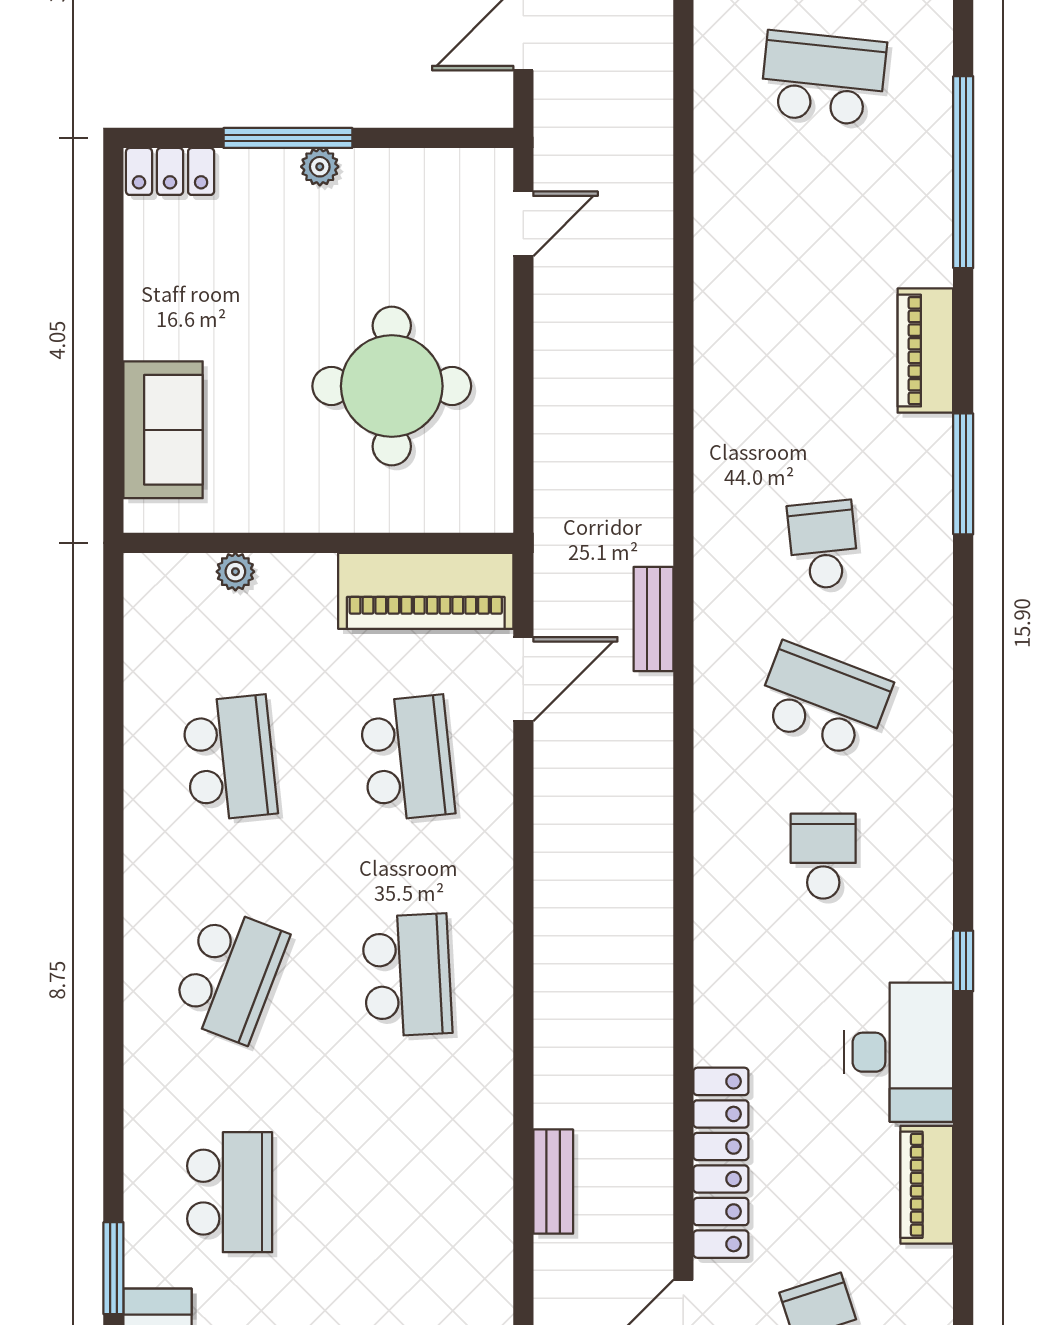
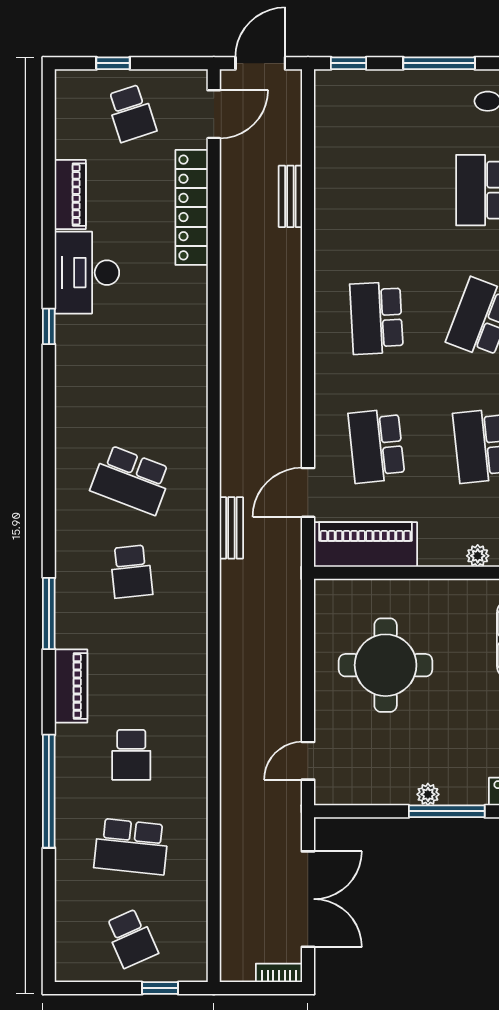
school desk: (823, 856) -> (131, 755), moved

